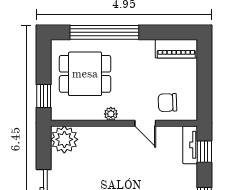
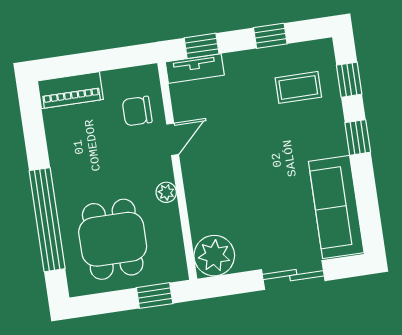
piano: (176, 49) -> (70, 90), moved, turned 90
chair: (168, 103) -> (137, 111), turned 92

